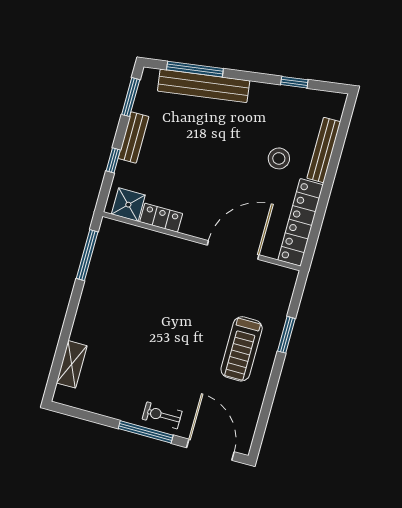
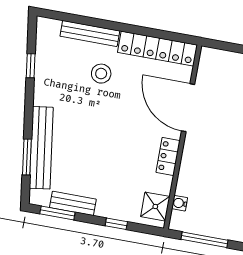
window: (195, 69) -> (27, 157), width x0.69
bench: (134, 137) -> (73, 203), moved
locker: (161, 218) -> (168, 156), moved
water cooler: (130, 232) -> (180, 203), added

